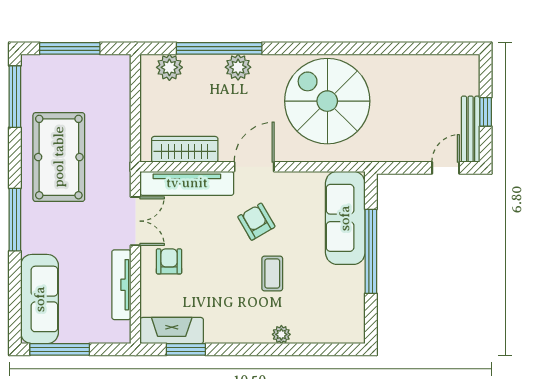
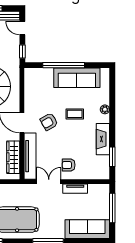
window: (398, 168) -> (22, 51), added
sofa: (345, 218) -> (77, 78), moved
tv unit: (121, 285) -> (75, 189), width x0.71
fireplace: (172, 331) -> (103, 139), moved
window: (60, 349) -> (112, 208), moved

